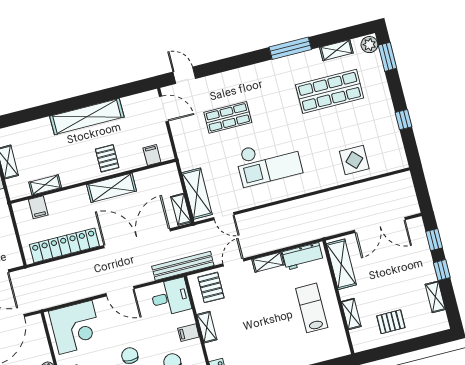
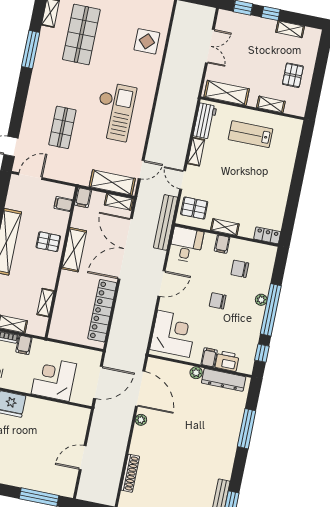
filing cabinet: (38, 207) -> (83, 198), moved, turned 90
double door: (380, 225) -> (210, 46), width x0.73

